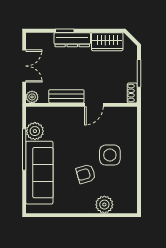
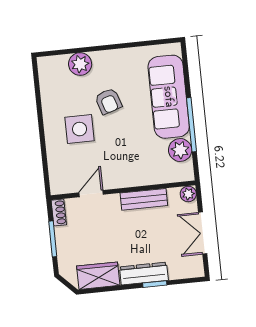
door: (94, 105) -> (91, 194), moved
armchair: (86, 174) -> (108, 101), turned 88

